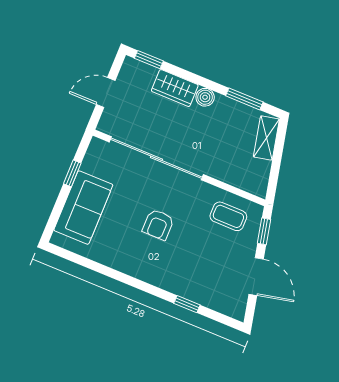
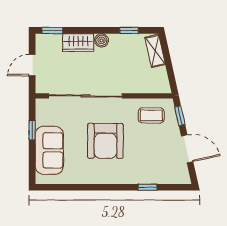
window: (244, 99) -> (129, 30), width x0.67
armchair: (158, 225) -> (105, 141), width x1.88, depth x1.88

